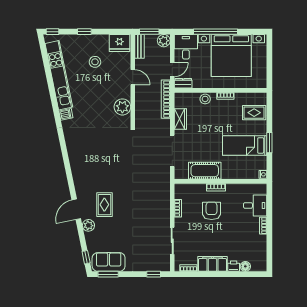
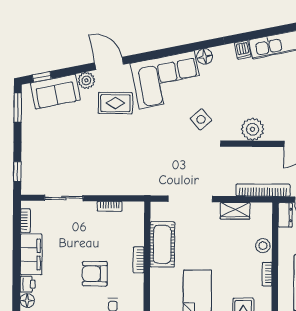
floor lamp: (71, 141) -> (205, 56), added
side table: (116, 144) -> (201, 119), added
corner sofa: (88, 168) -> (167, 80), added
armchair: (212, 211) -> (95, 274), moved, turned 180
sofa: (109, 262) -> (55, 92), moved, turned 78

